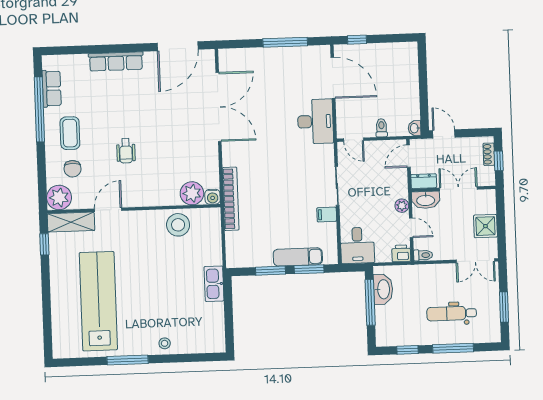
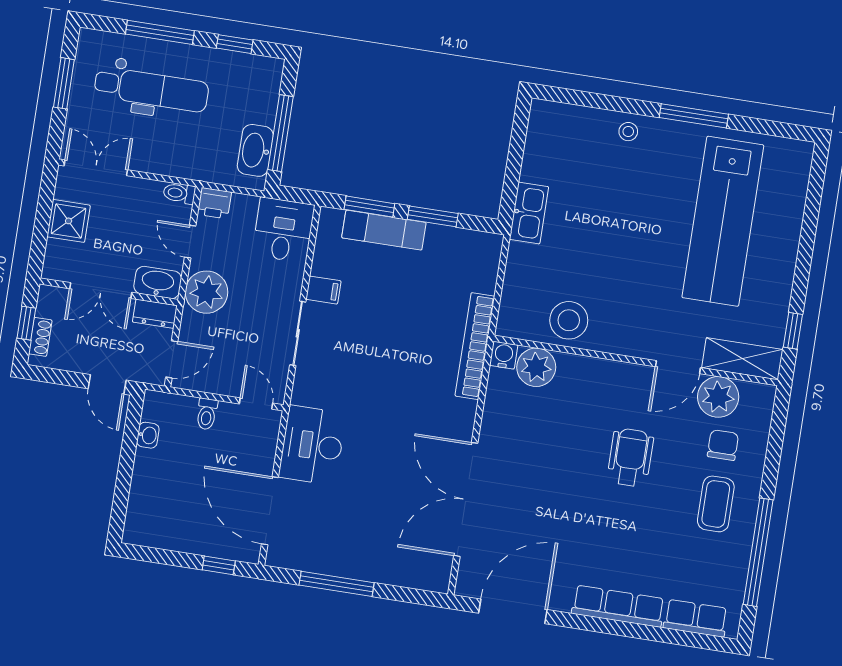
row of seats: (52, 89) -> (696, 618), moved, turned 90
washbasin: (415, 128) -> (148, 435), moved
wheelchair: (126, 151) -> (630, 457), width x1.36, depth x1.37
plant: (59, 197) -> (718, 397), moved
plant: (402, 206) -> (206, 292), width x1.88, depth x1.88
dental chair: (452, 313) -> (151, 89), width x1.36, depth x1.38

